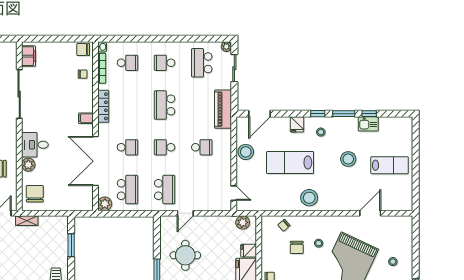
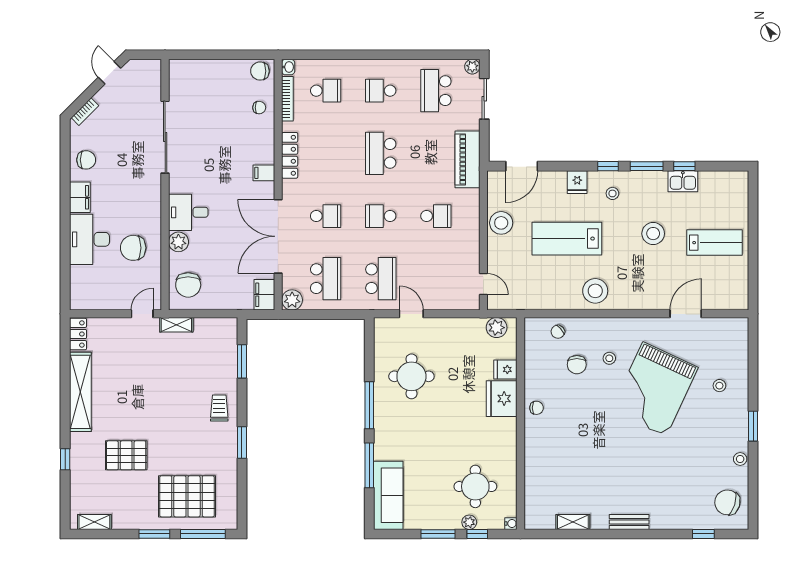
filing cabinet: (28, 56) -> (264, 295), moved, turned 180
chair: (35, 194) -> (188, 285), turned 180
door: (185, 213) -> (411, 314), swing flipped

